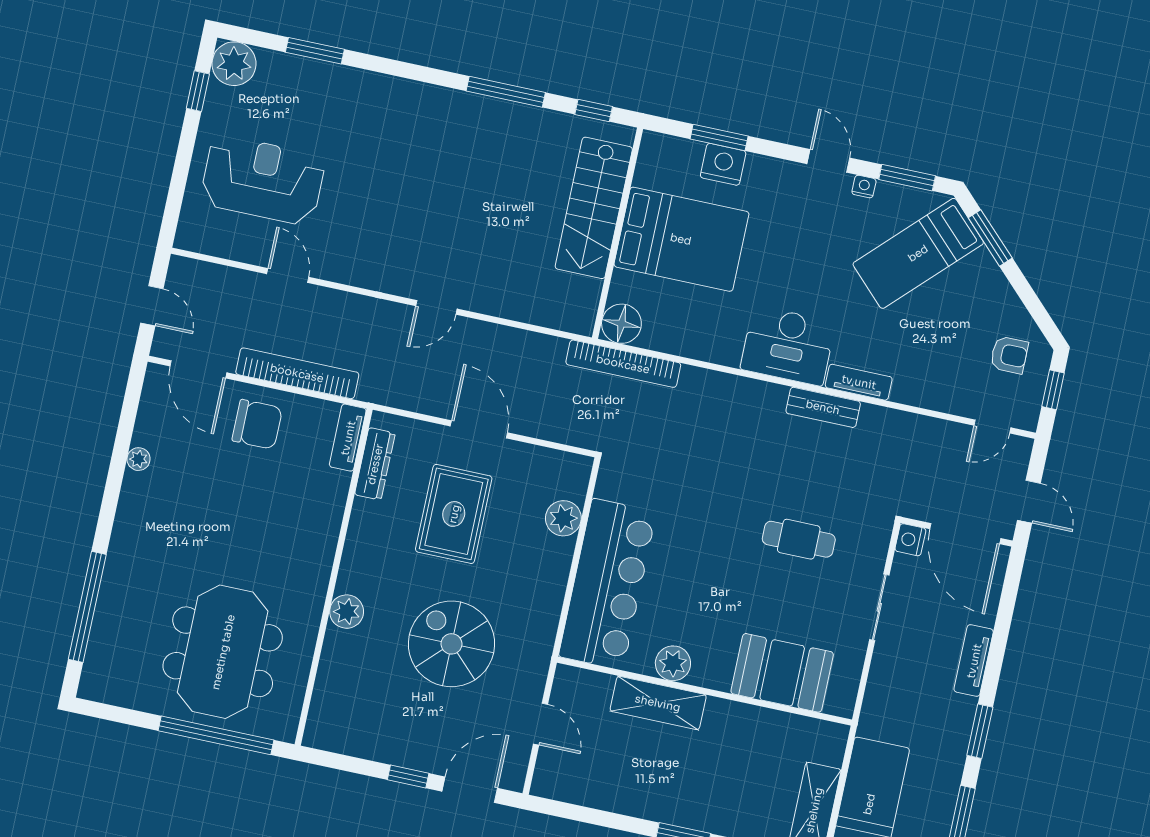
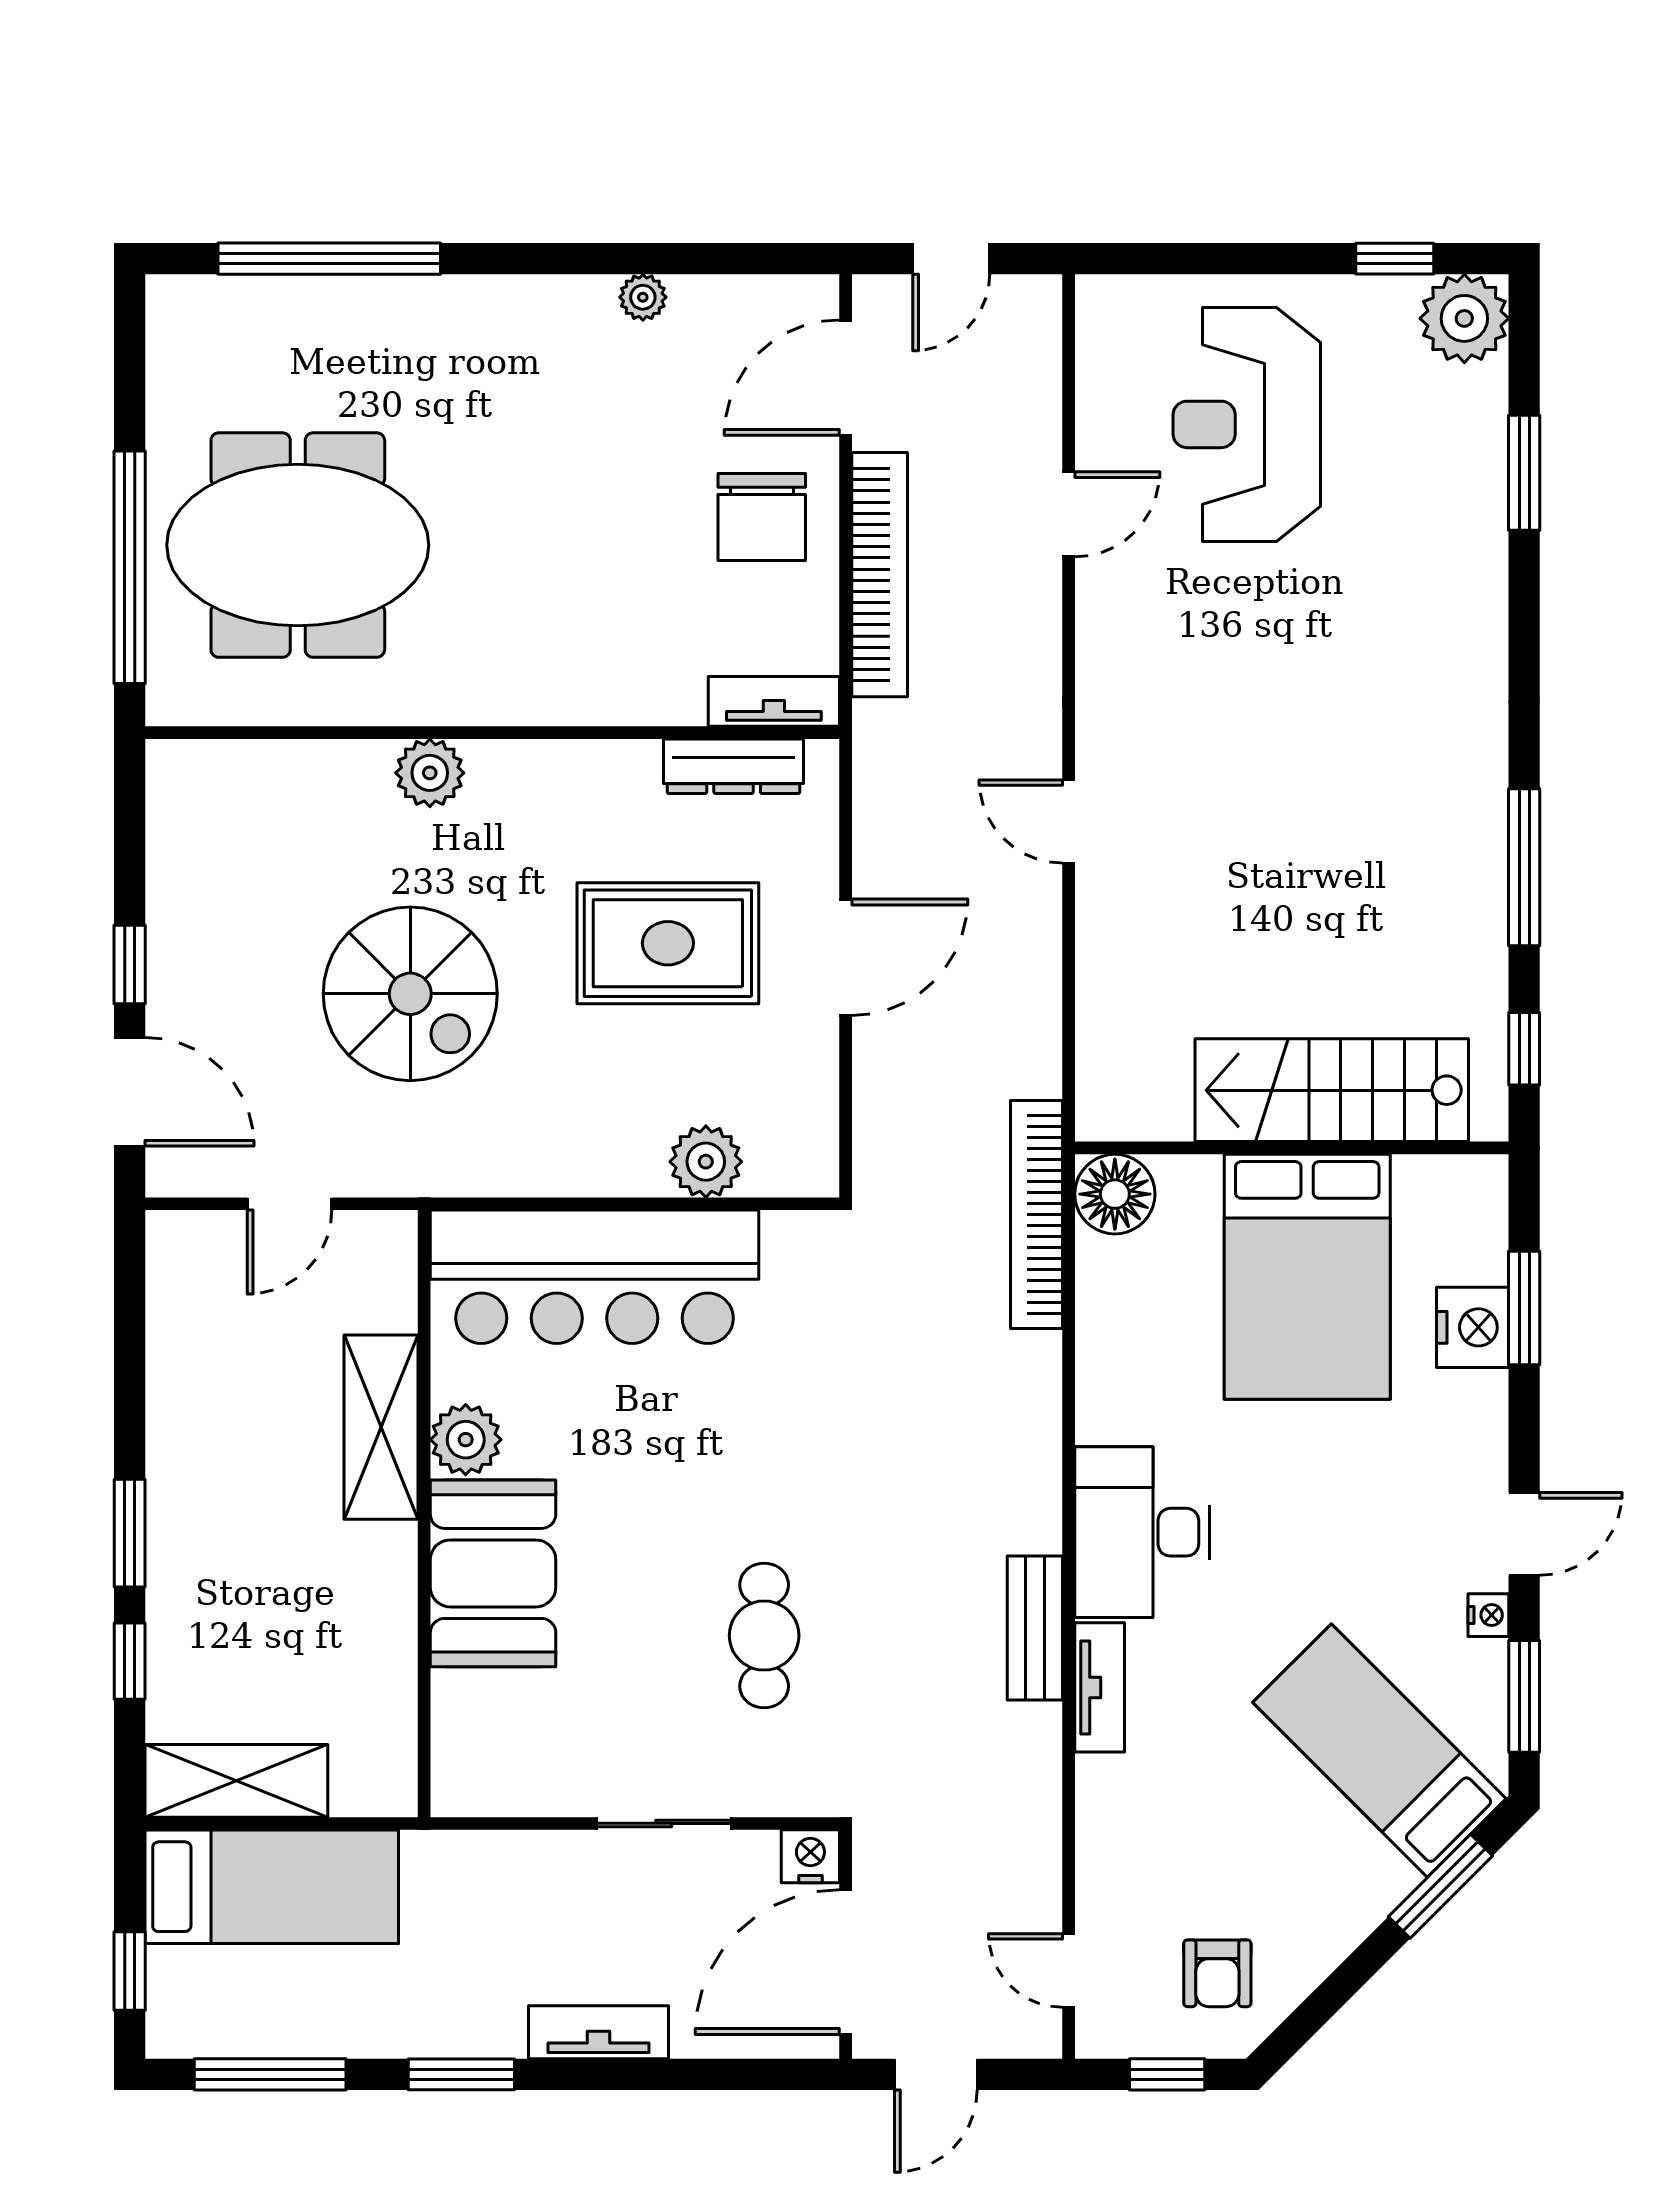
reception desk: (263, 180) -> (1247, 424), turned 180
spiral stairs: (451, 644) -> (410, 994), turned 90
booth: (782, 673) -> (493, 1573), moved

